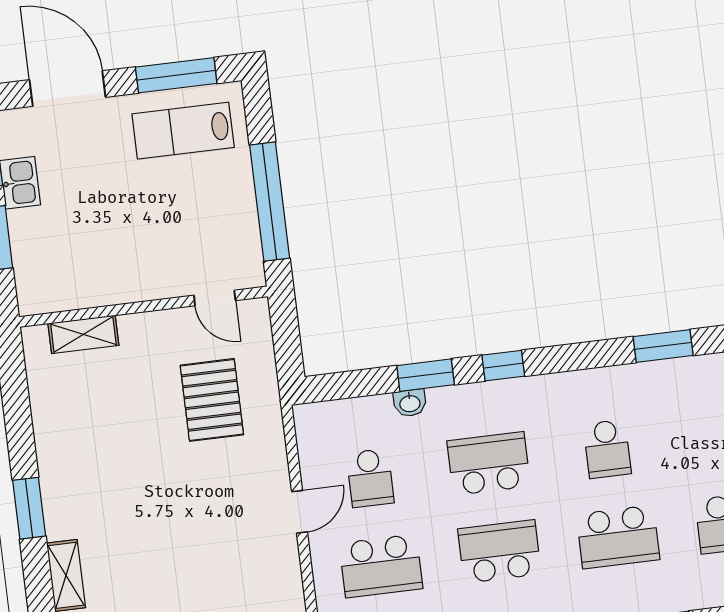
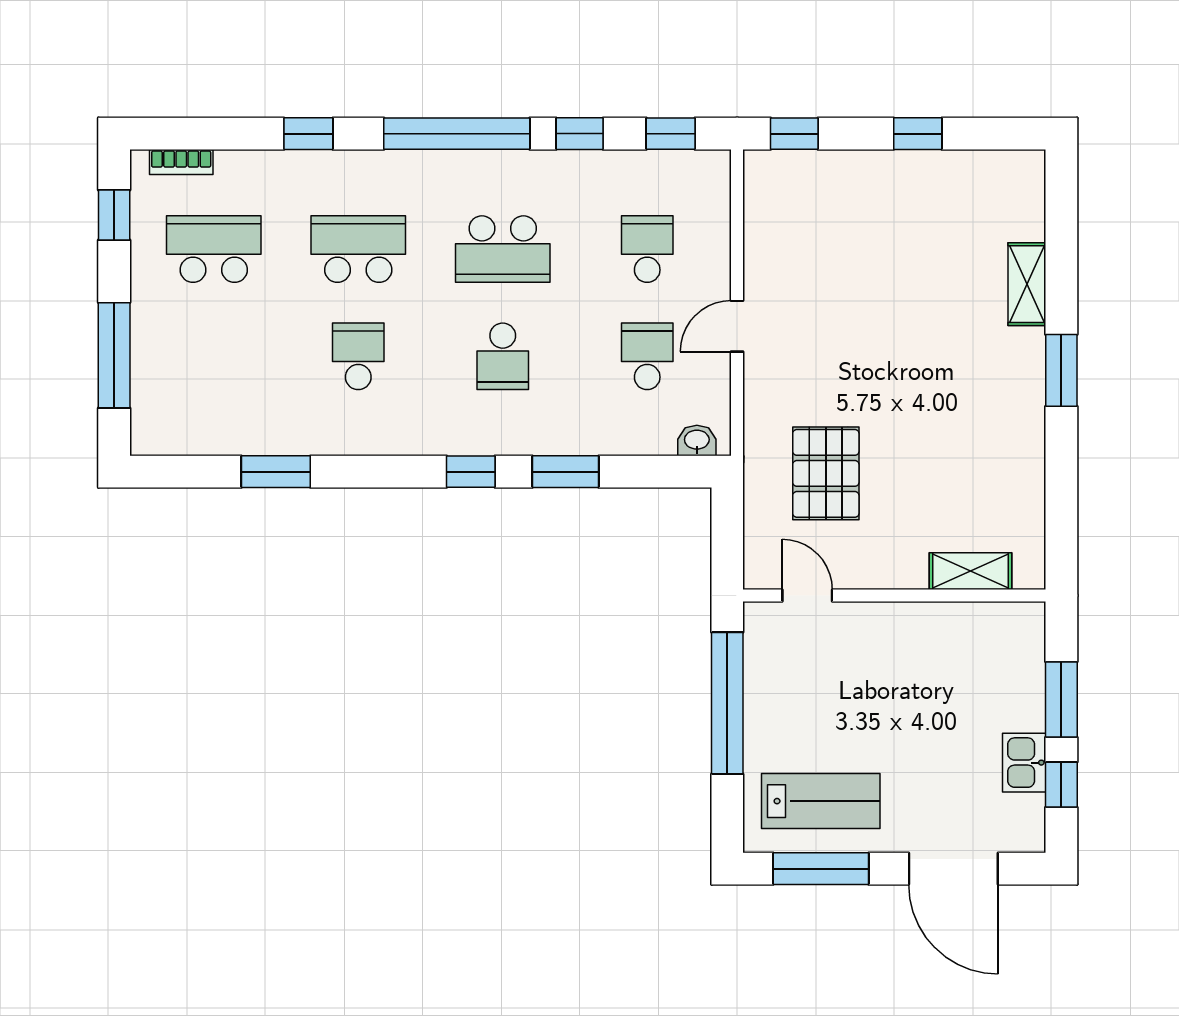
washbasin: (410, 403) -> (697, 441), moved
school desk: (489, 463) -> (503, 356), width x0.54
school desk: (381, 566) -> (647, 249), width x0.54

